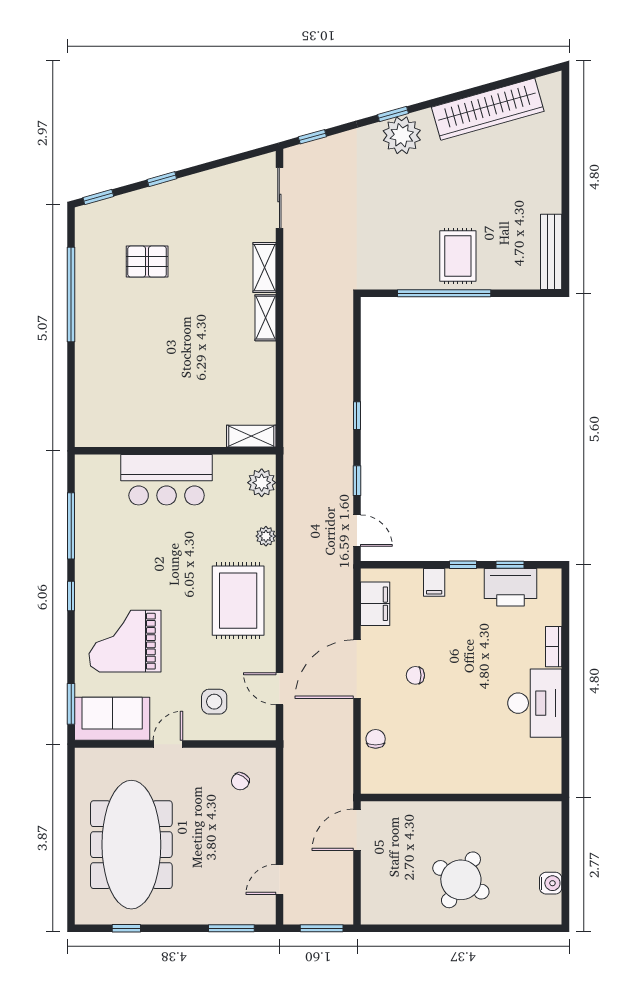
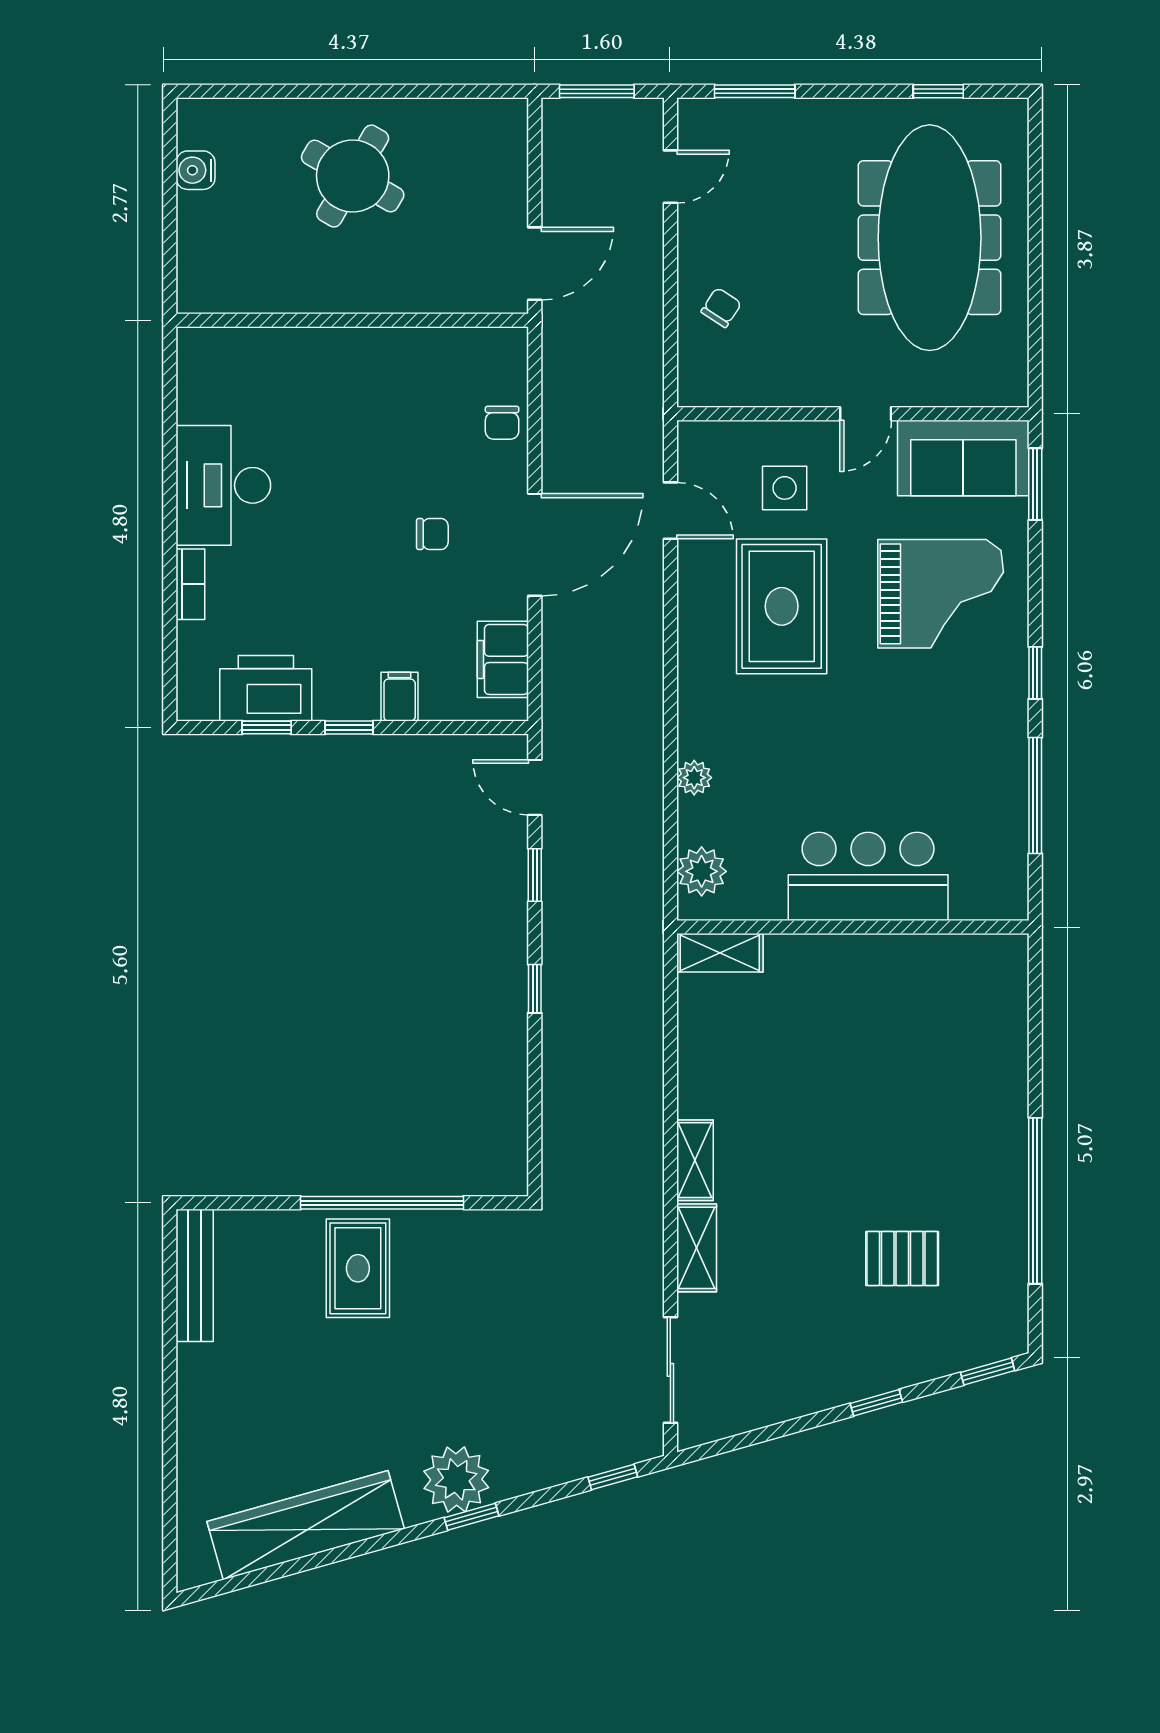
rug: (238, 601) -> (782, 606), moved
chair: (240, 781) -> (721, 308), moved

